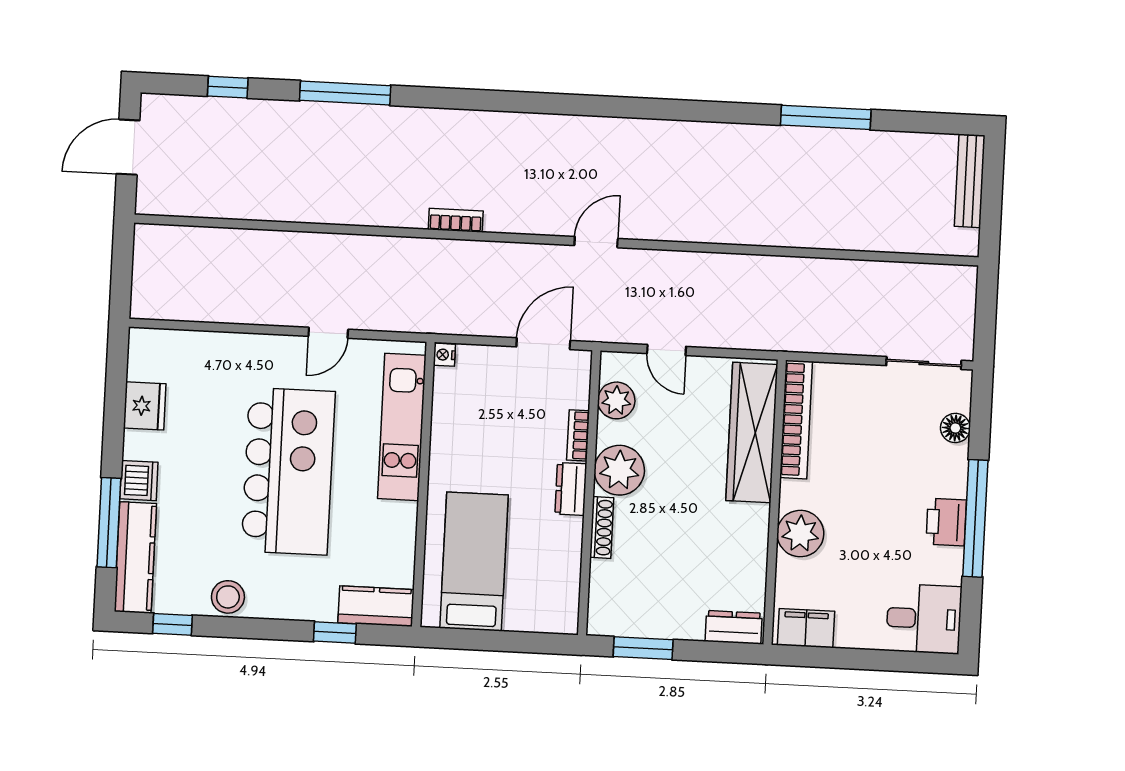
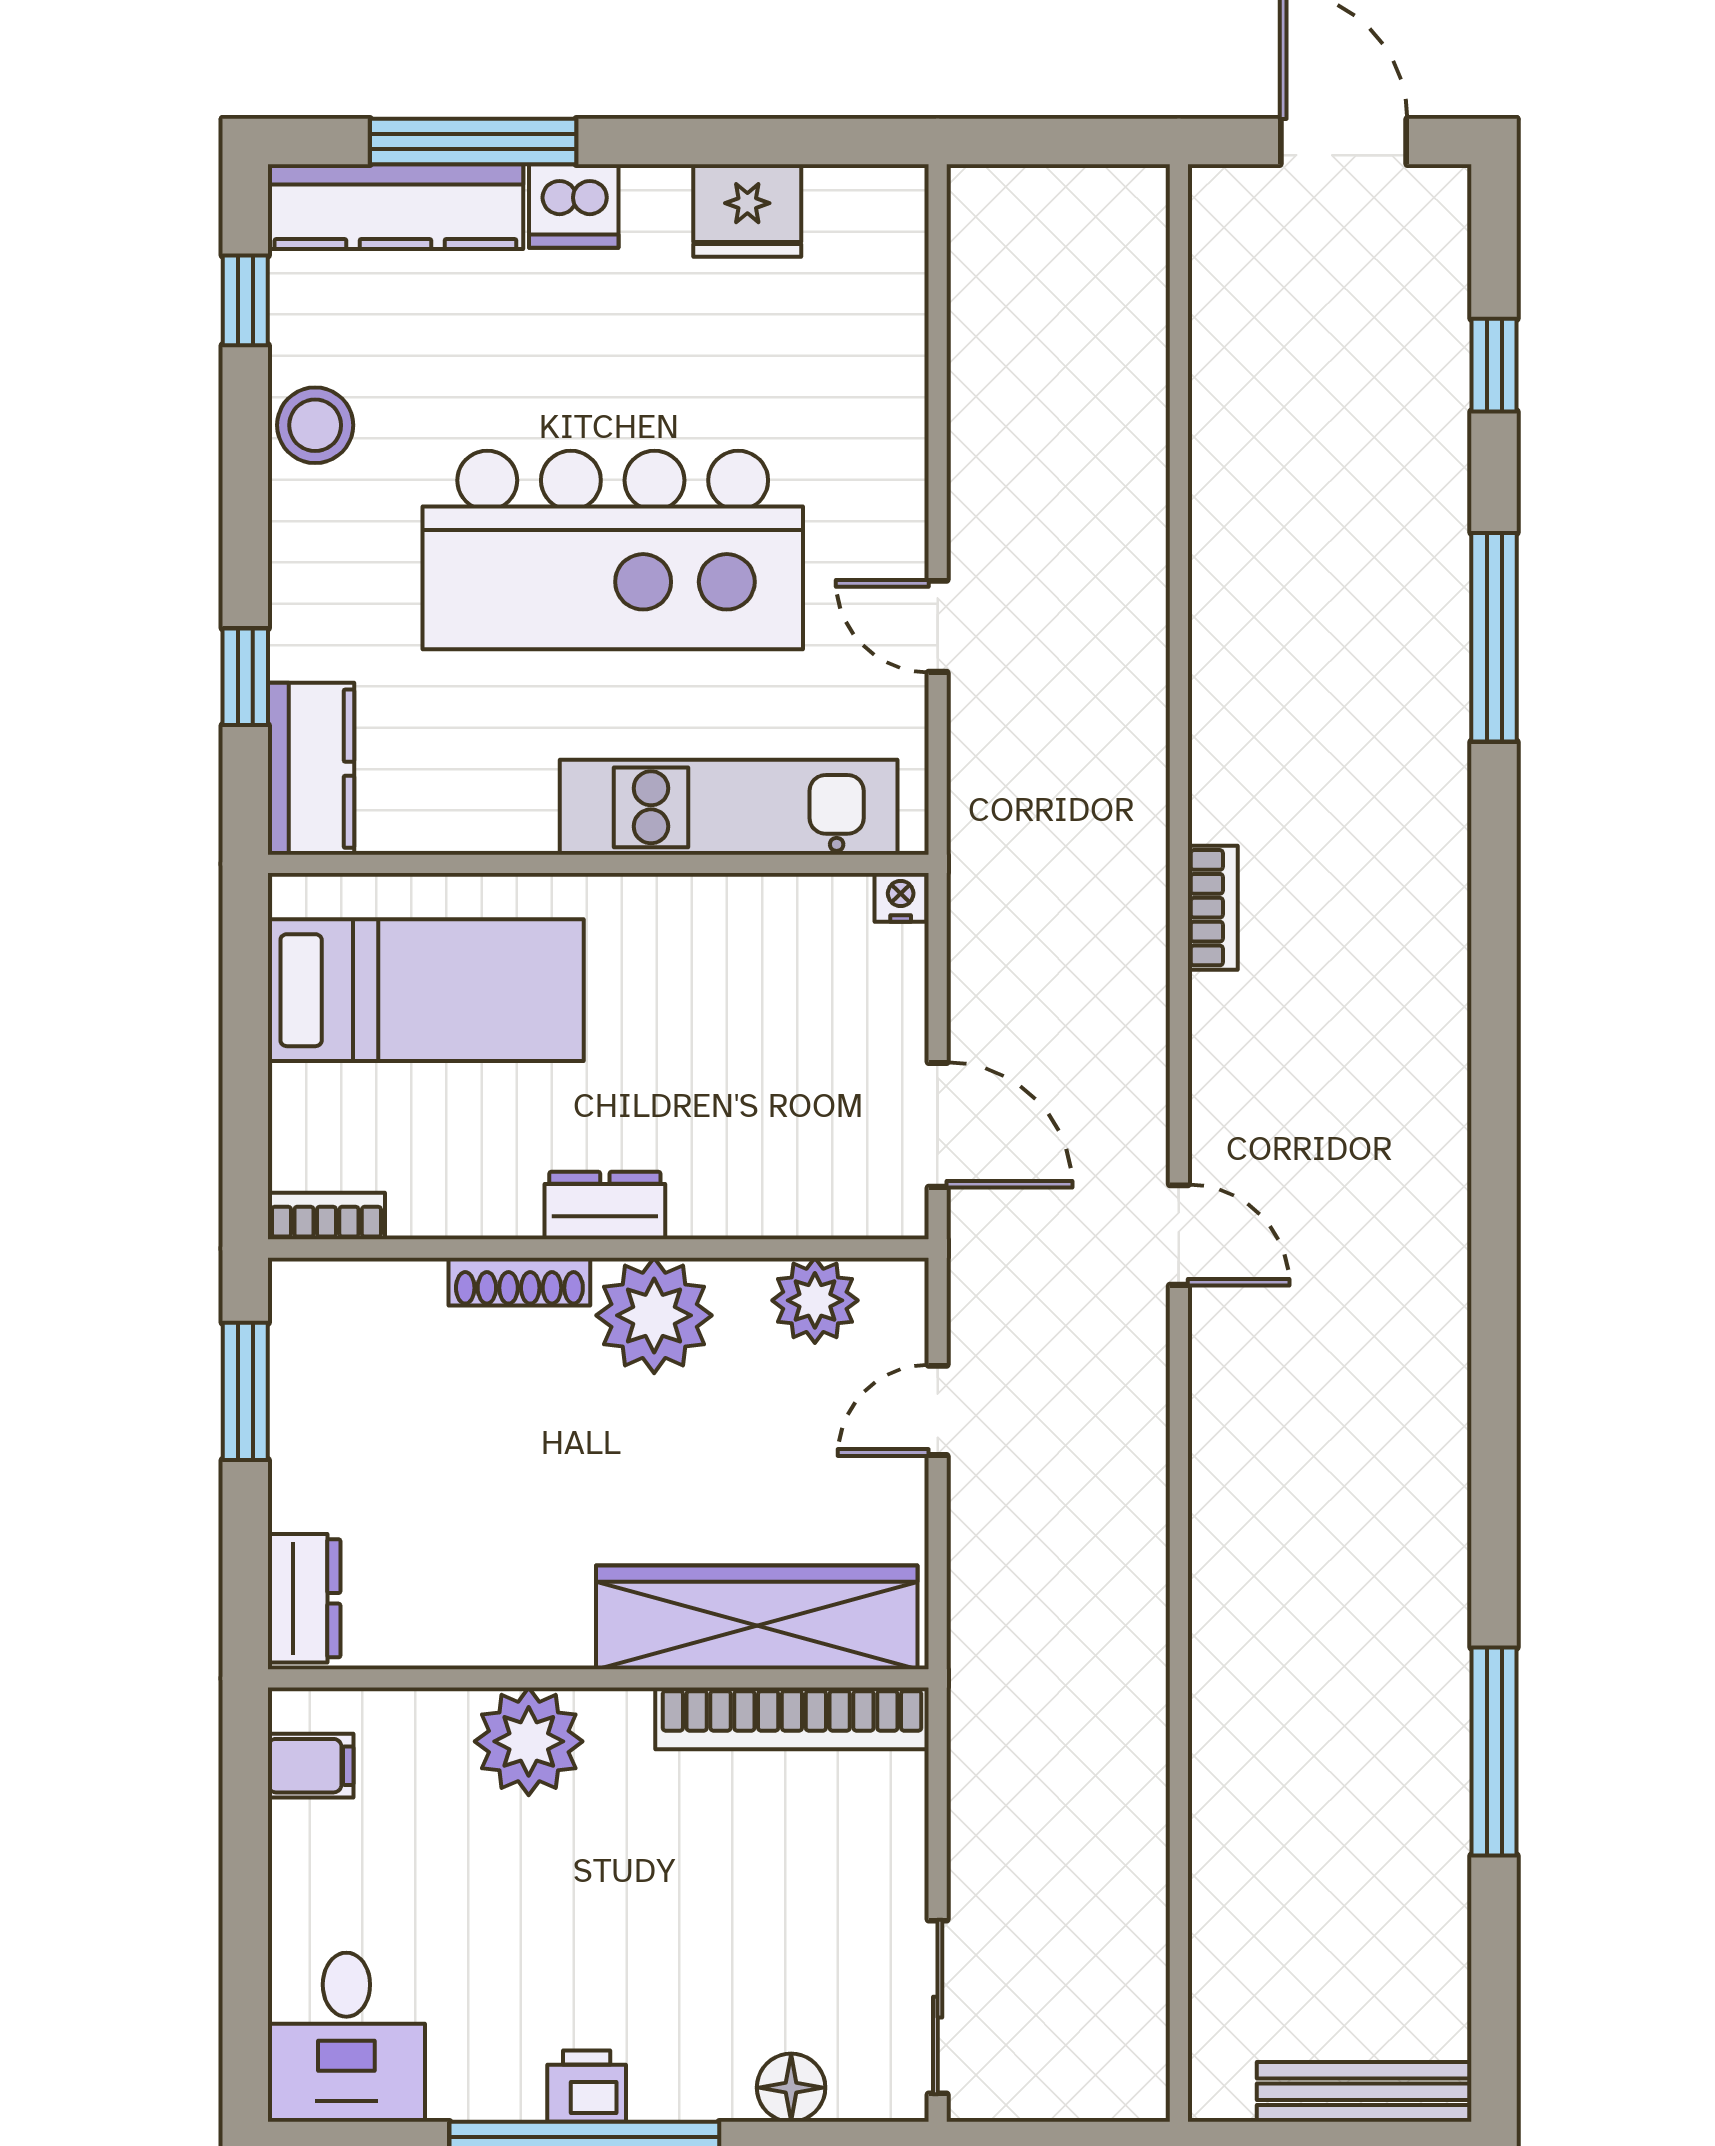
bookcase: (578, 435) -> (326, 1216), moved
printer: (946, 522) -> (587, 2086), width x0.73, depth x0.81
filing cabinet: (806, 628) -> (311, 1766), width x0.50

